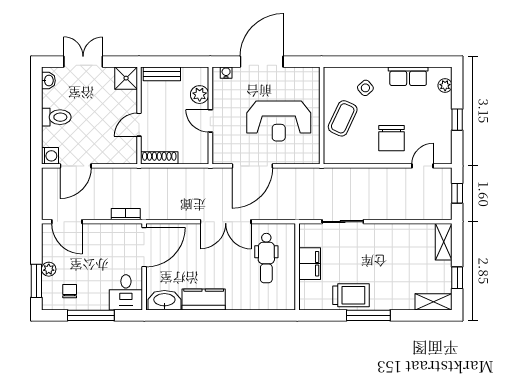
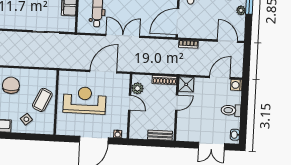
shower: (126, 78) -> (186, 84), moved
plant: (200, 95) -> (137, 88), moved

